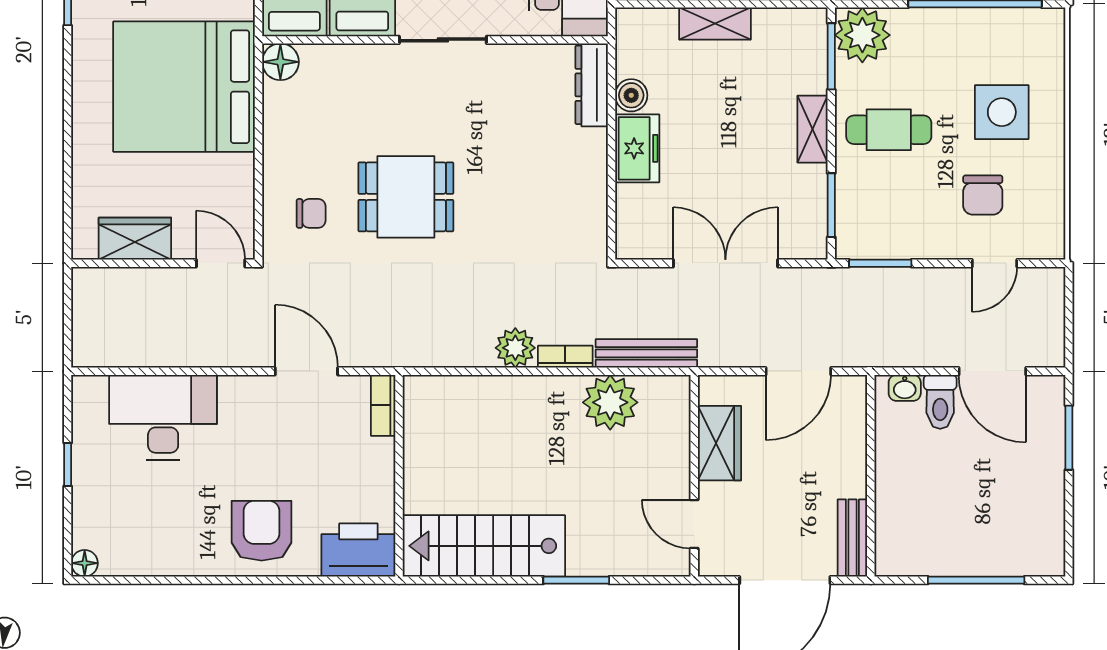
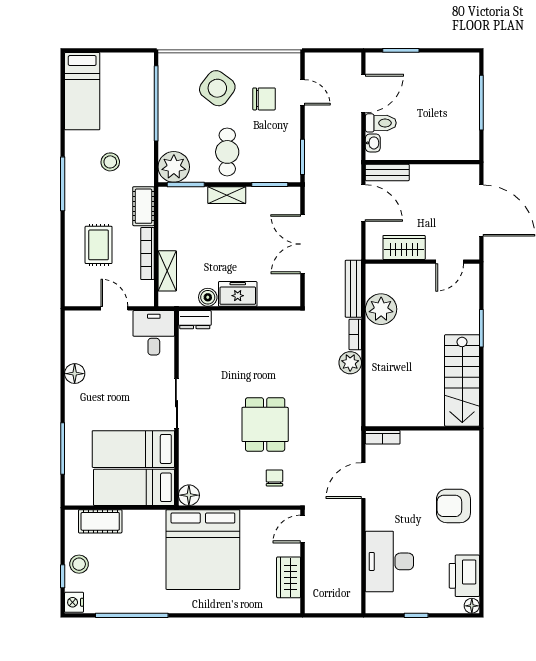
shelving: (715, 24) -> (167, 271), moved
dresser: (592, 85) -> (195, 320), width x0.70
side table: (1002, 112) -> (217, 88), turned 37
bench: (852, 538) -> (387, 172), moved
printer: (358, 550) -> (464, 576), moved

